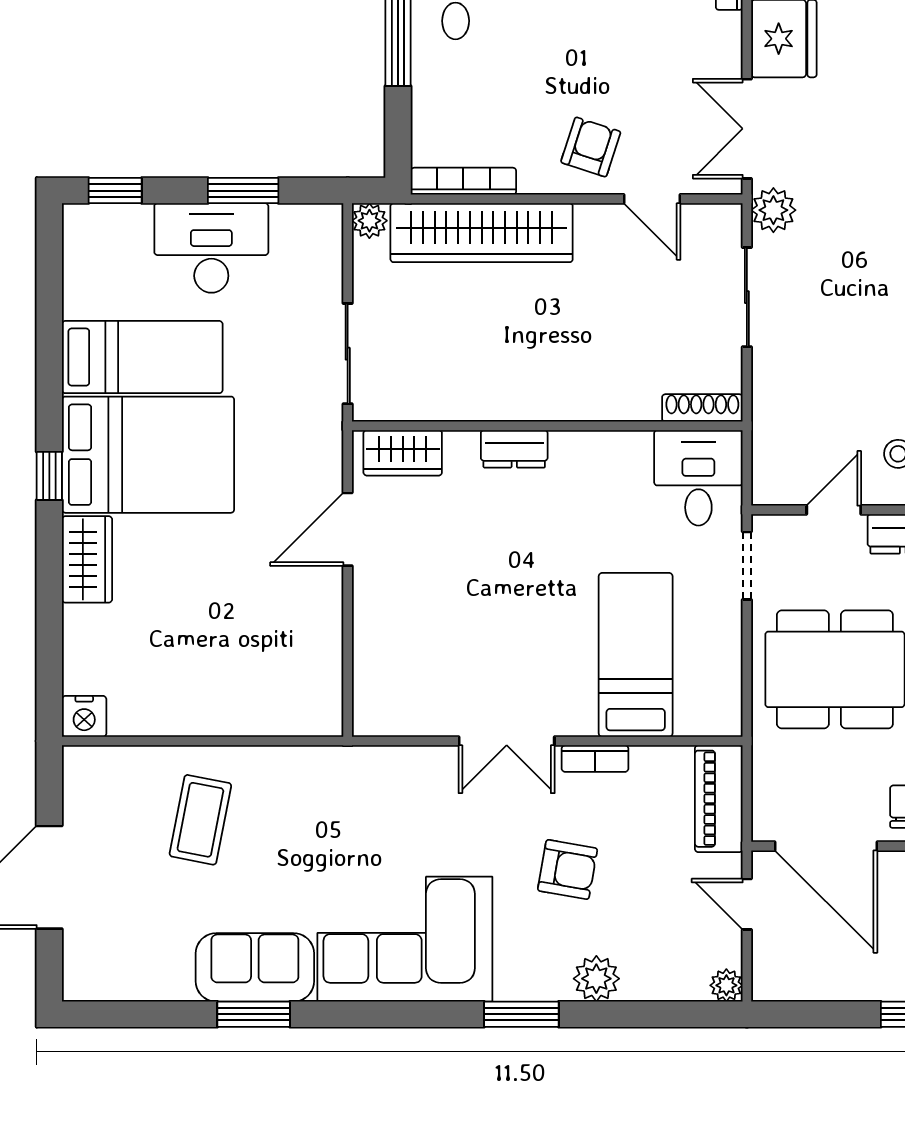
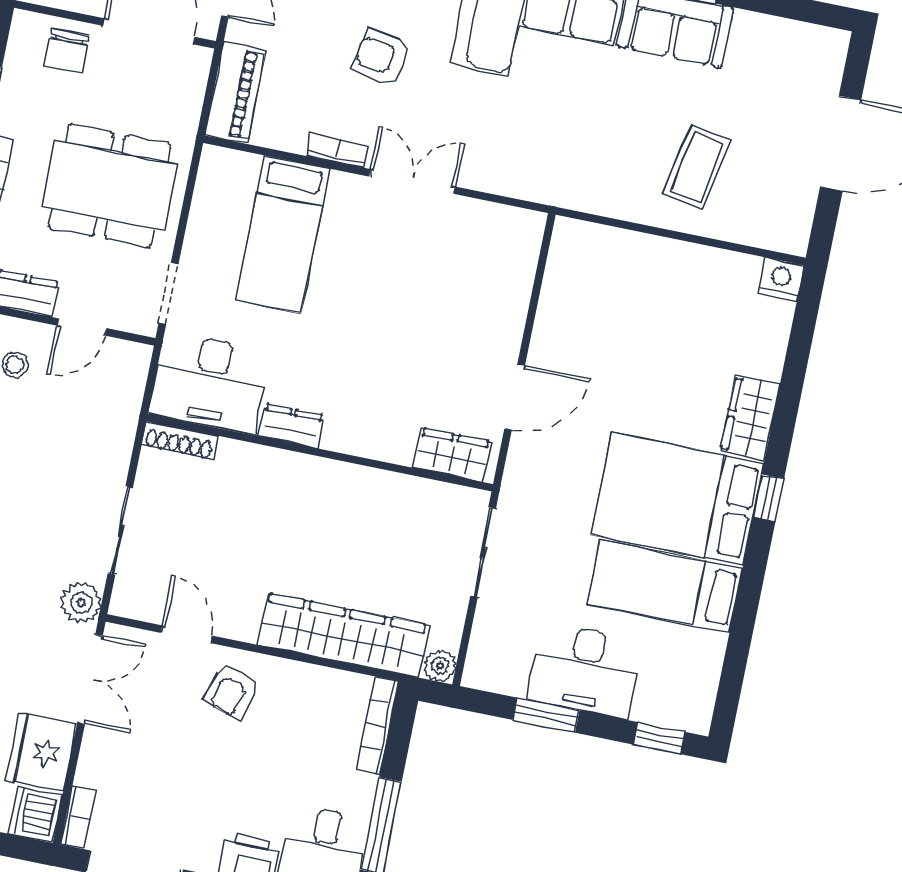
bookcase: (463, 181) -> (377, 725), moved, turned 90
dresser: (514, 449) -> (291, 426), moved
desk: (698, 478) -> (210, 383), width x1.37

